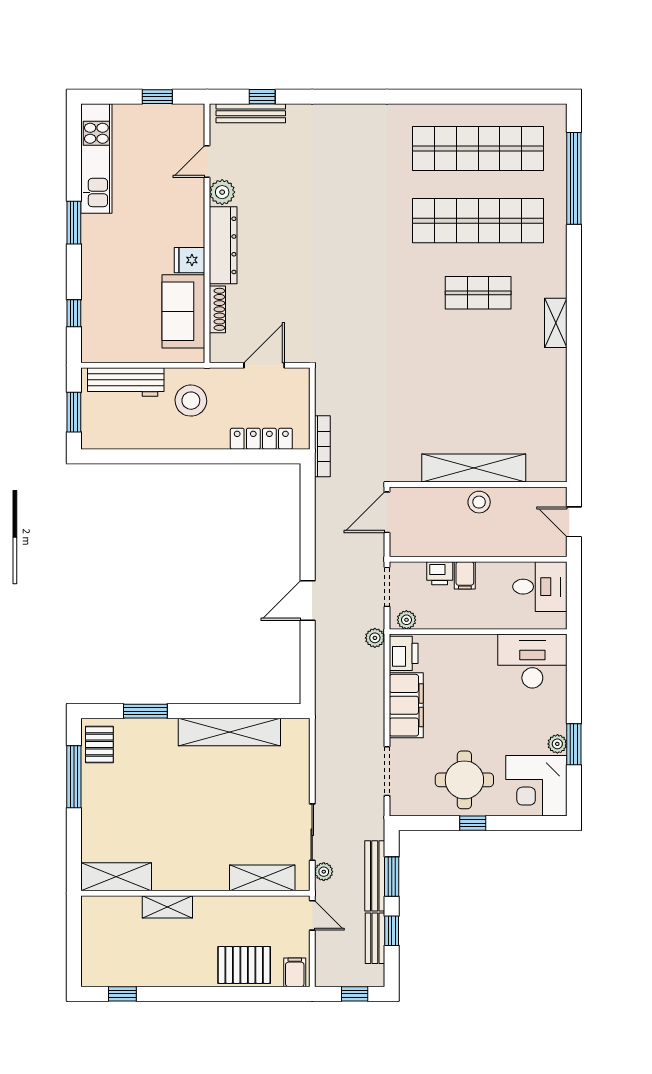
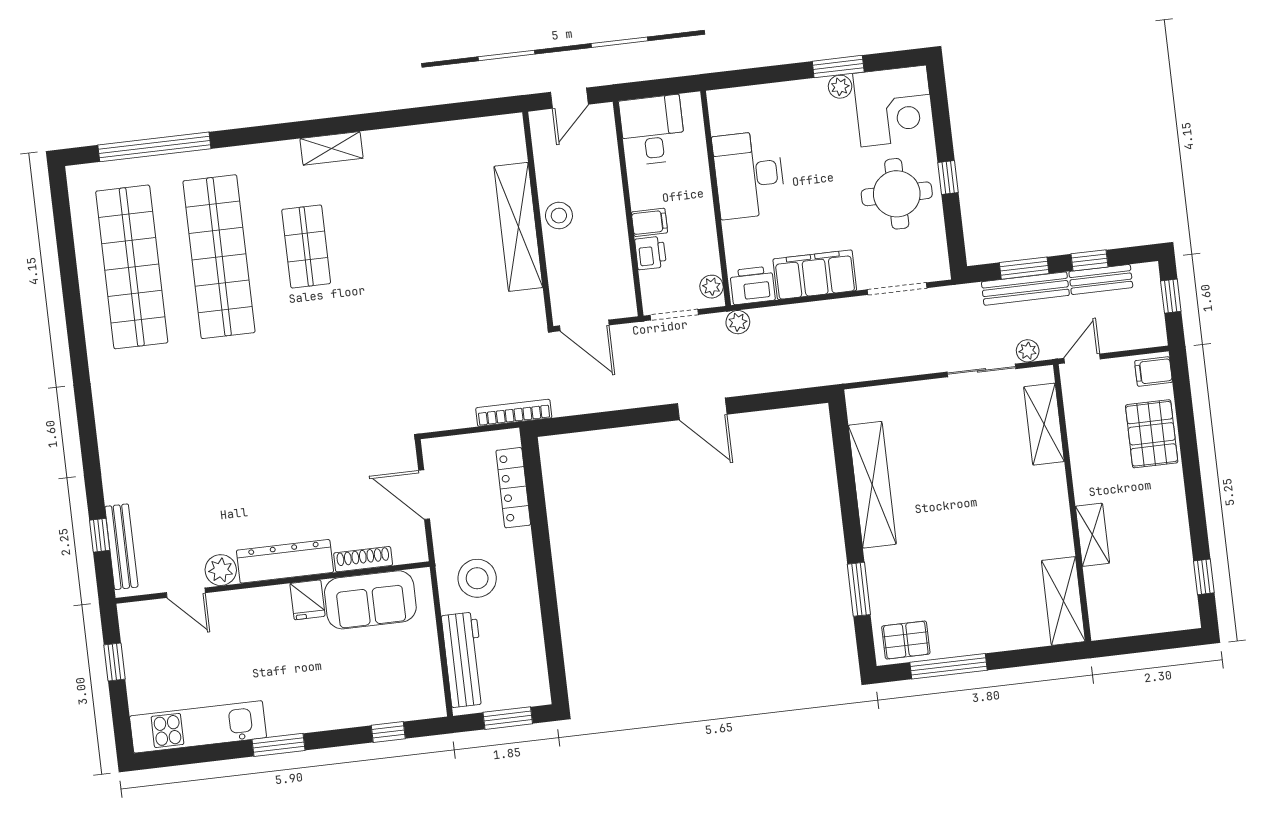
desk: (532, 661) -> (749, 175), moved

